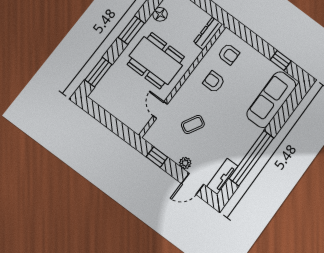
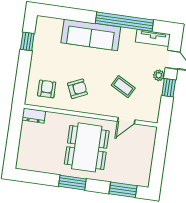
floor lamp: (160, 14) -> (45, 166), removed
dresser: (208, 33) -> (34, 116), width x0.70
armchair: (214, 82) -> (77, 89), turned -114
sofa: (271, 100) -> (91, 35), moved
window: (157, 157) -> (169, 88), moved

